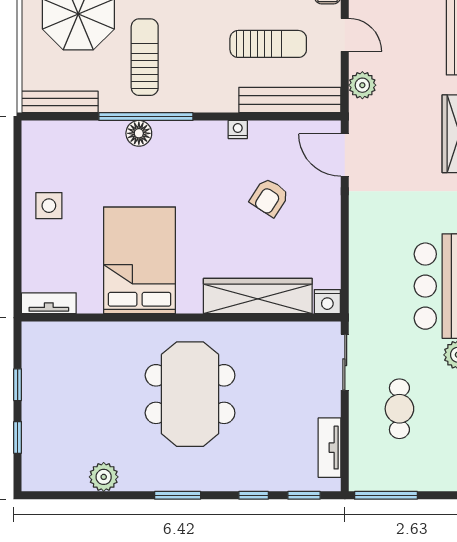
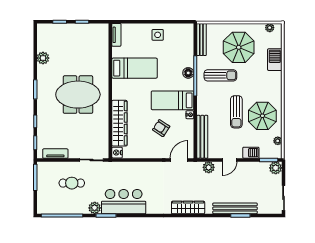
sun lounger: (268, 44) -> (236, 112), moved
bed: (204, 170) -> (173, 100), added
bed: (140, 260) -> (134, 68), width x0.67

